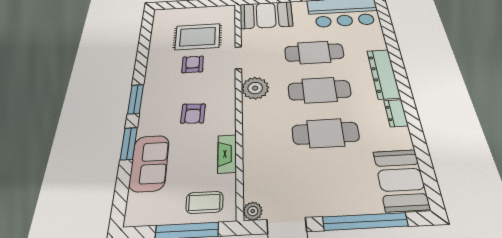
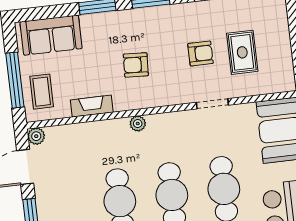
rug: (198, 37) -> (242, 52), width x0.73, depth x0.70
plant: (255, 88) -> (138, 124), moved, width x0.53, depth x0.53
sofa: (149, 163) -> (51, 35), moved

